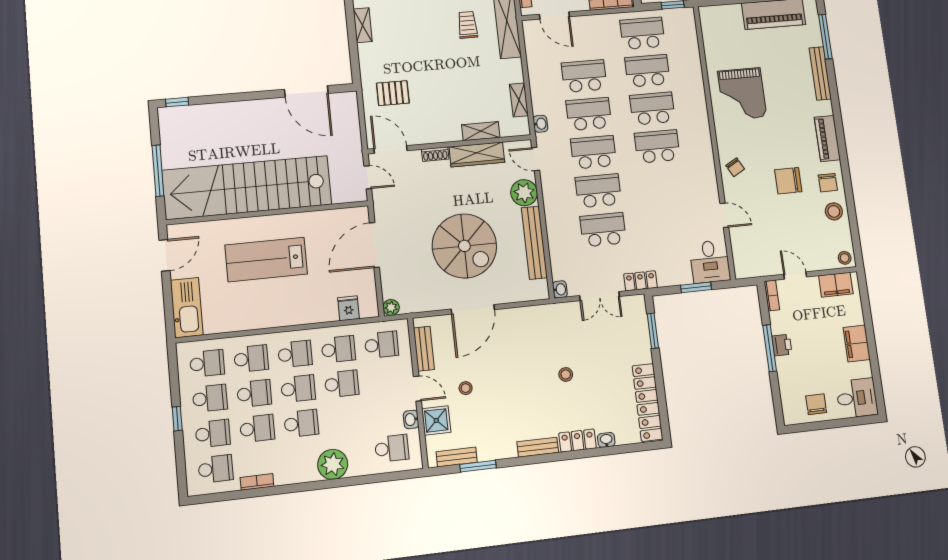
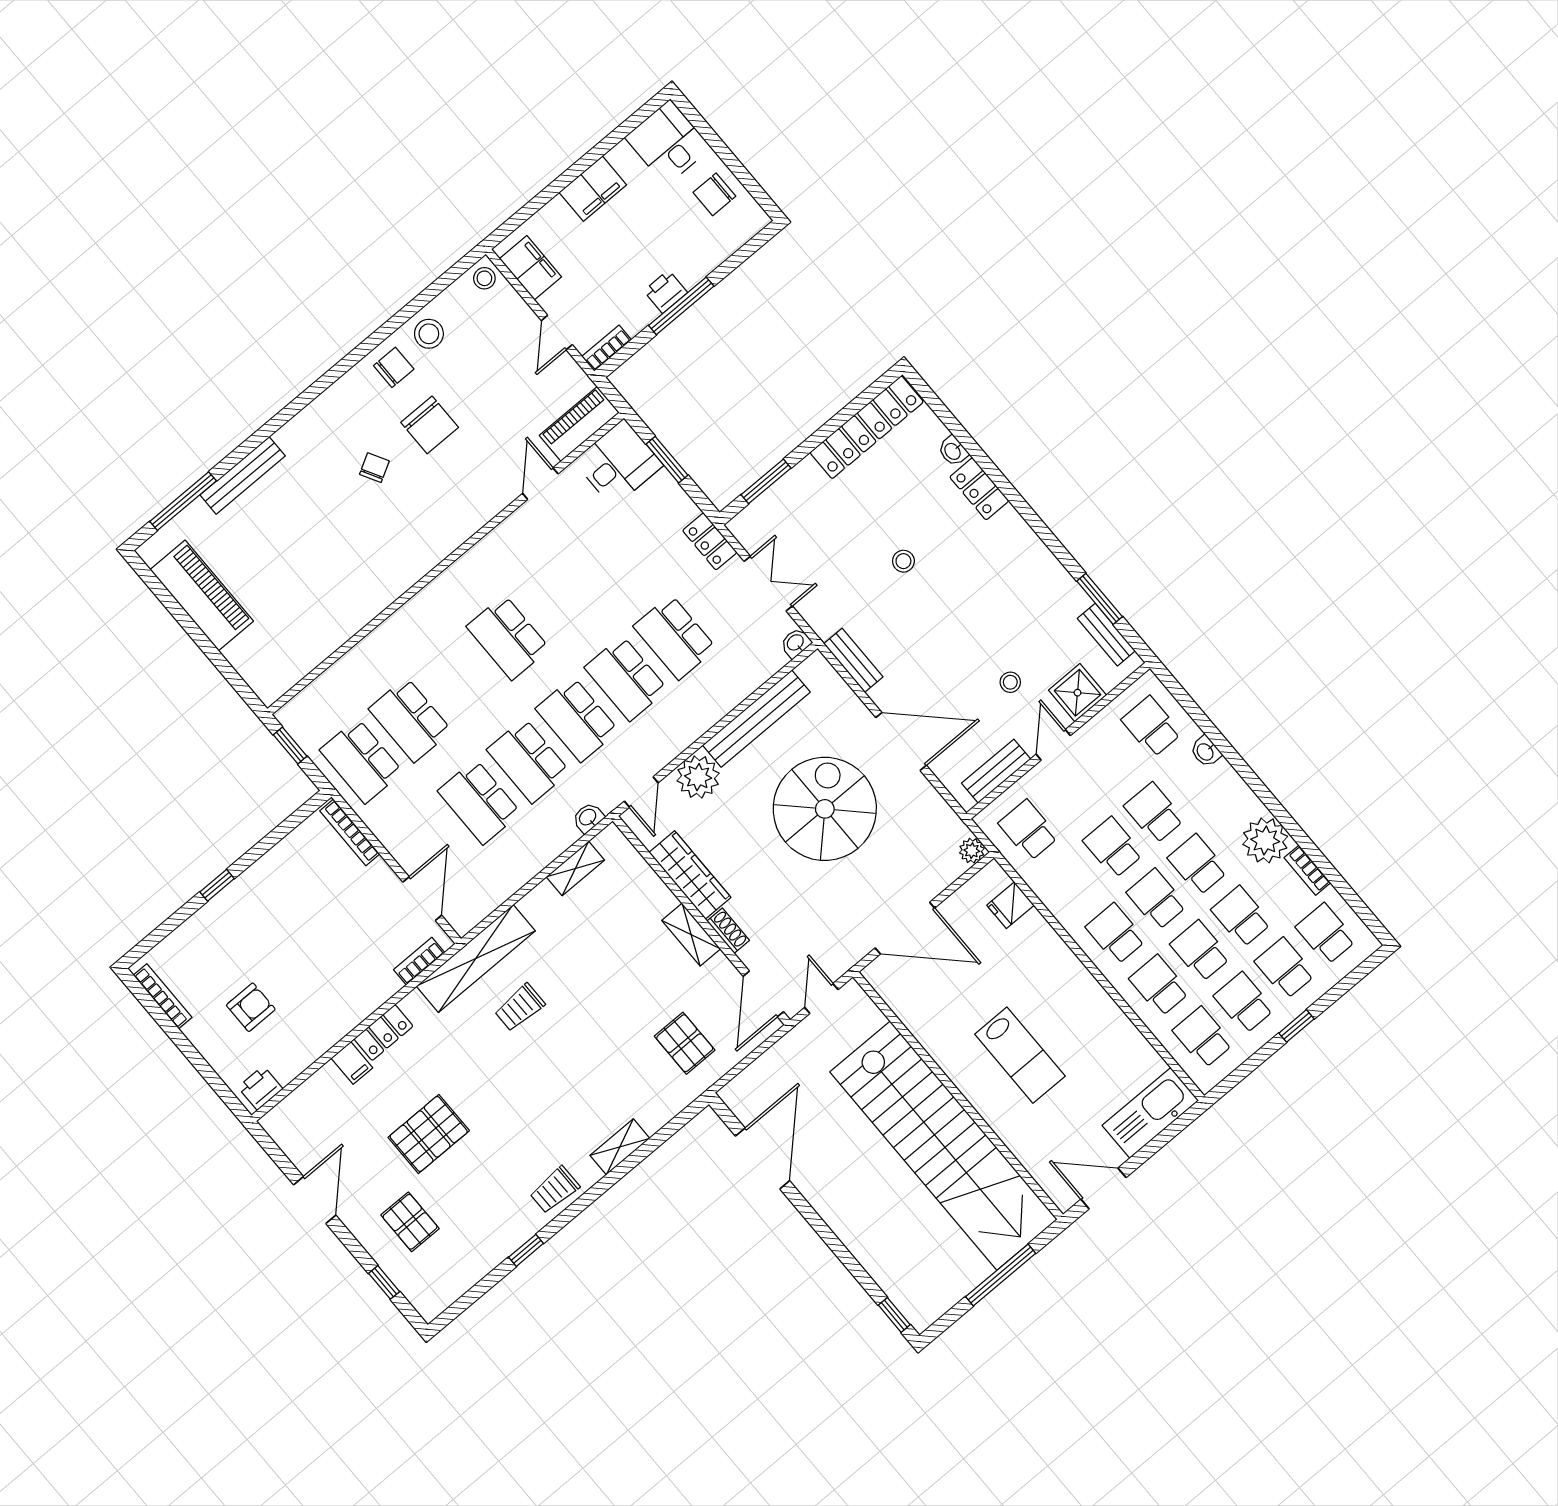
grand piano: (742, 94) -> (350, 567), removed
school desk: (652, 108) -> (459, 679), removed
shelving: (481, 131) -> (691, 935), moved
piano: (827, 138) -> (579, 424), moved, turned 180
chair: (735, 167) -> (374, 468), moved
lab bench: (266, 260) -> (1020, 1055), width x0.73, depth x0.72
school desk: (338, 349) -> (1154, 813), moved
washbasin: (411, 419) -> (1206, 751), moved, turned 90
bench: (538, 447) -> (853, 660), moved
plant: (333, 464) -> (1265, 840), moved

